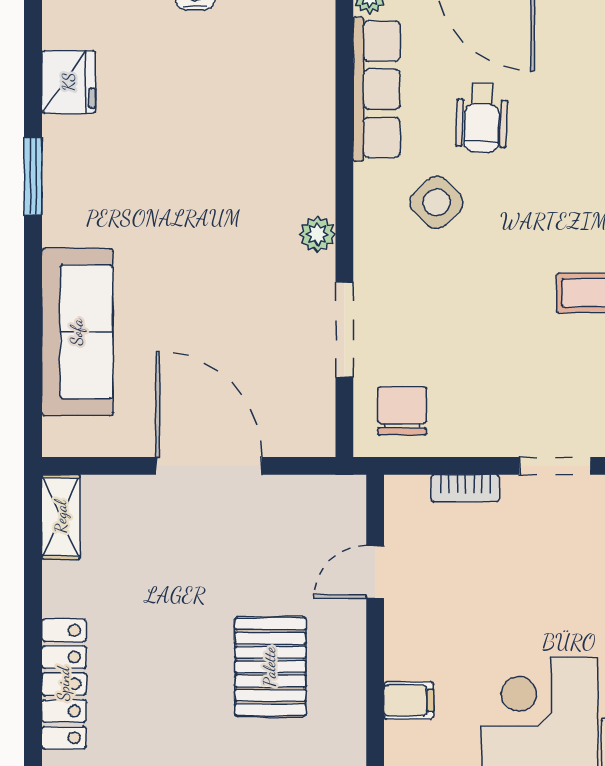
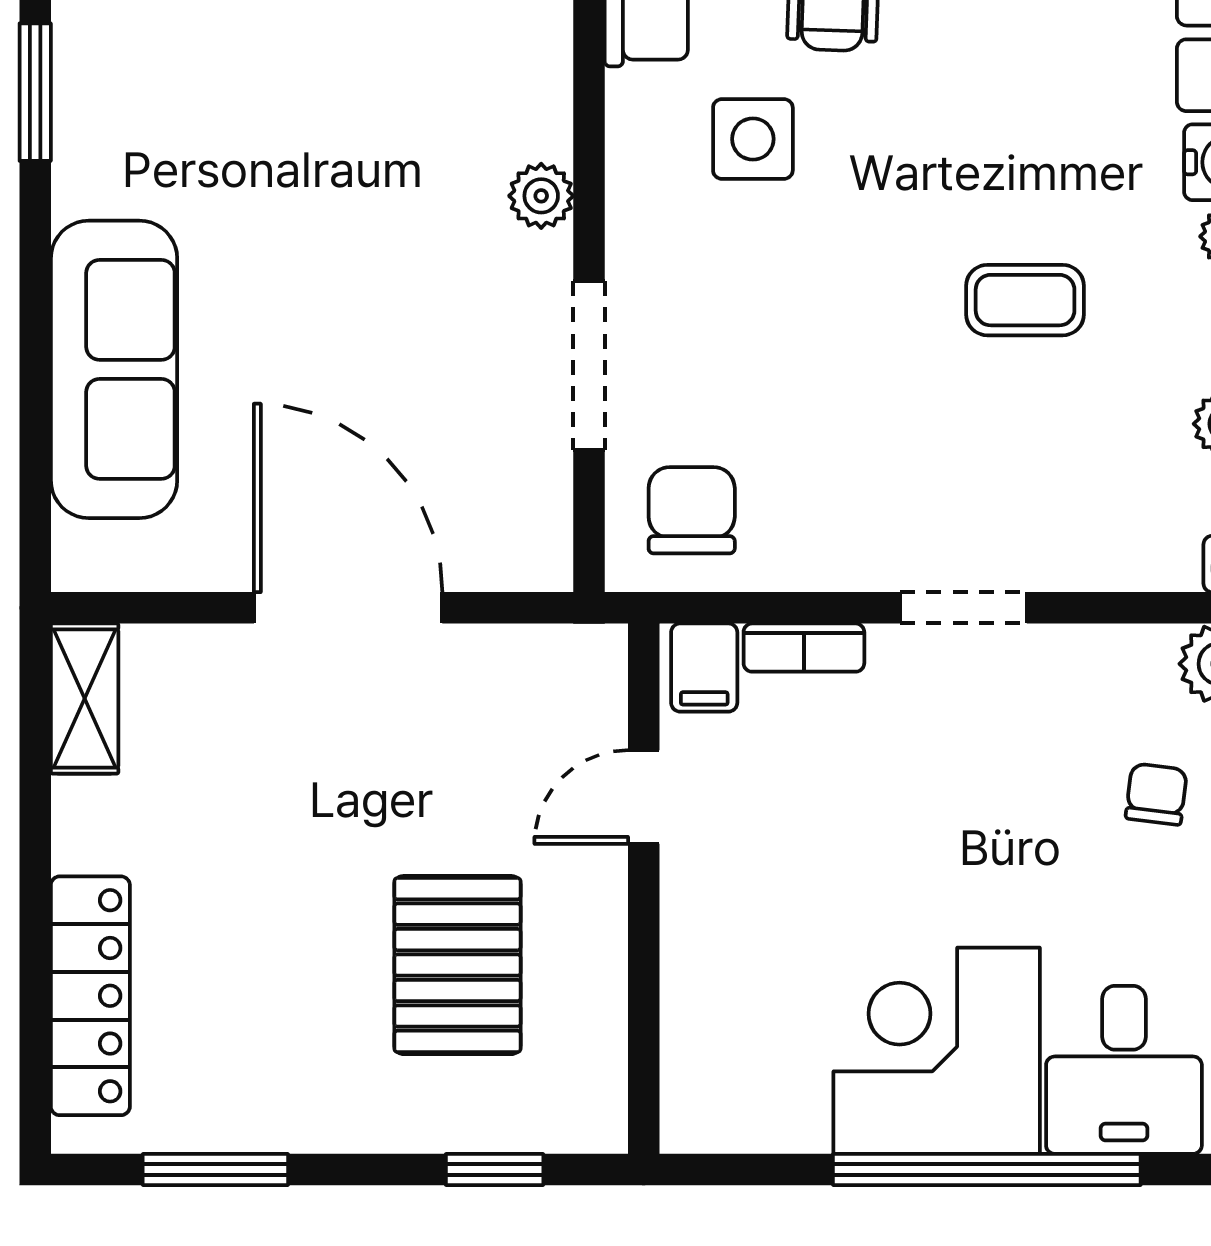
side table: (437, 202) -> (753, 139), turned 45
filing cabinet: (409, 700) -> (704, 668), moved, turned 90

